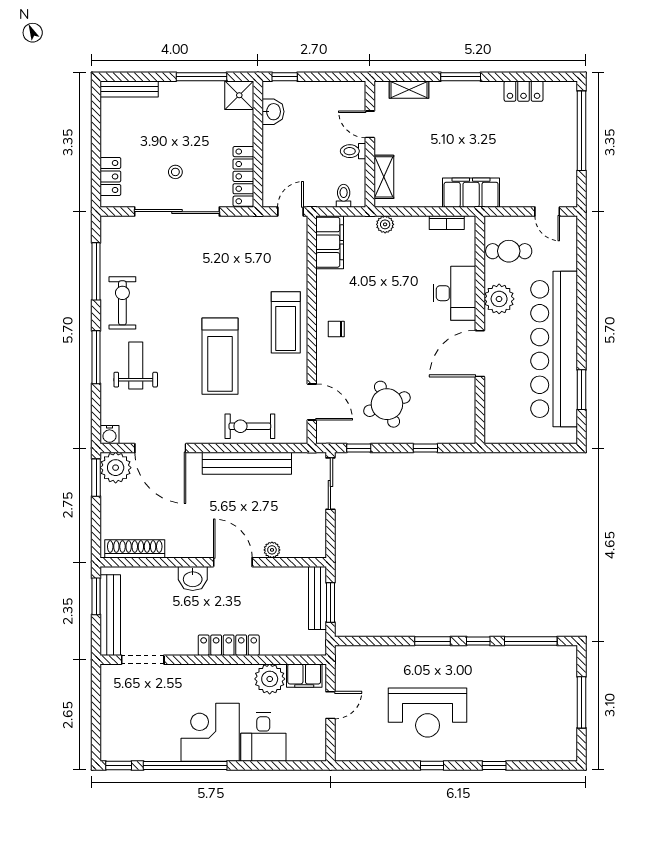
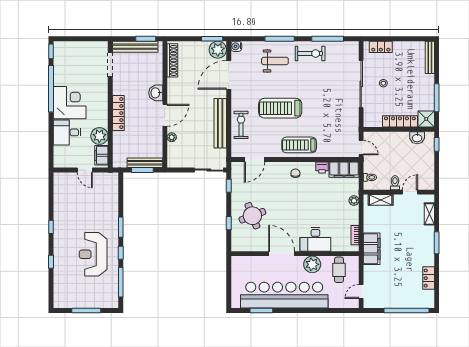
locker: (243, 176) -> (400, 121), moved
printer: (326, 281) -> (322, 167), added
round table: (387, 404) -> (252, 216), moved
reception desk: (428, 713) -> (93, 254), moved

